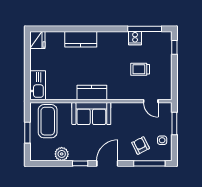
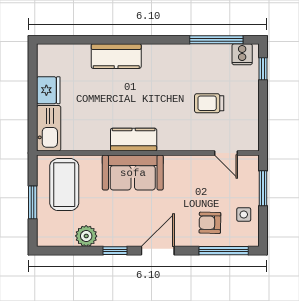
cooker: (135, 38) -> (242, 54), moved
fridge: (37, 40) -> (48, 90), moved
armchair: (141, 146) -> (210, 223), turned -62

